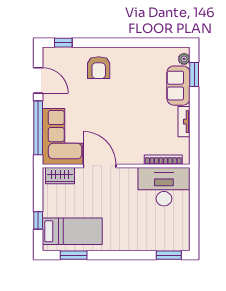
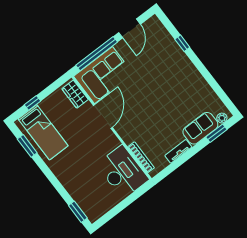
window: (63, 43) -> (182, 43), moved
armchair: (99, 68) -> (171, 63), removed

